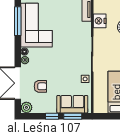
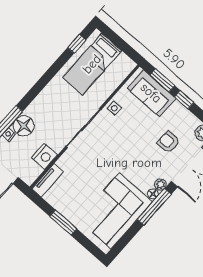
window: (18, 21) -> (154, 207), moved

